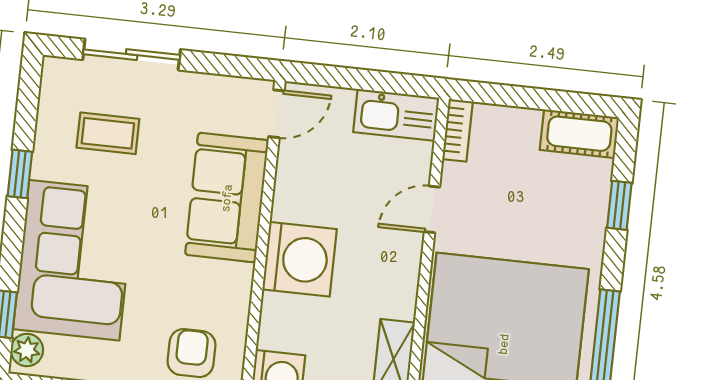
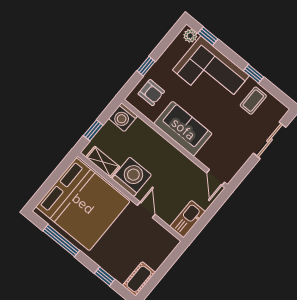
bookcase: (458, 130) -> (168, 237), removed
coffee table: (108, 133) -> (253, 101), moved
sofa: (227, 198) -> (183, 129), moved
washing machine: (300, 259) -> (132, 177), moved, turned 180

